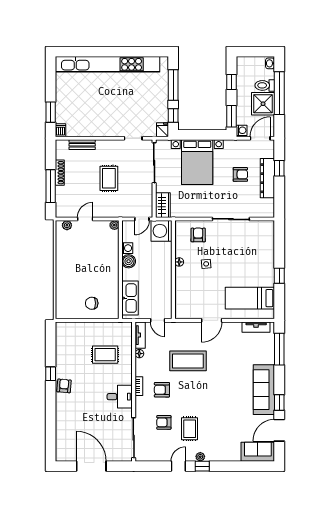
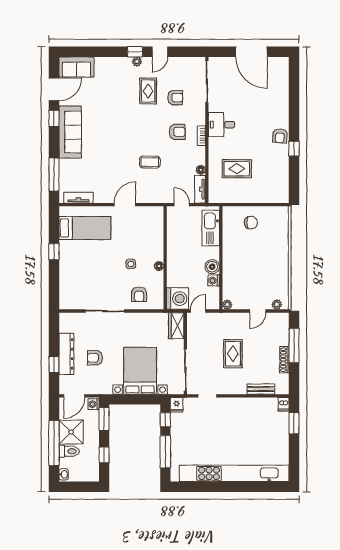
coffee table: (188, 361) -> (150, 162), width x0.54, depth x0.58

